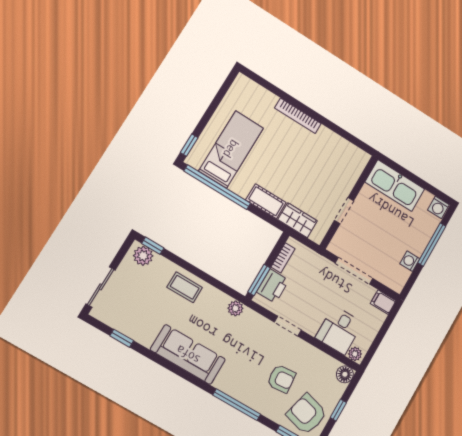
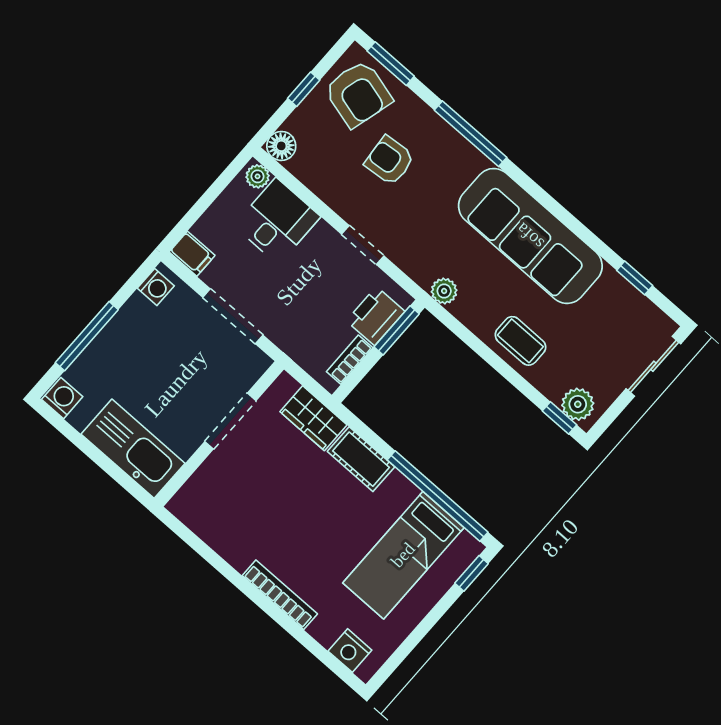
nightstand: (252, 90) -> (350, 651), added
doorway: (344, 210) -> (230, 421), width x1.38
washing machine: (410, 261) -> (156, 287), moved
sofa: (188, 355) -> (530, 236), width x1.36, depth x1.27

